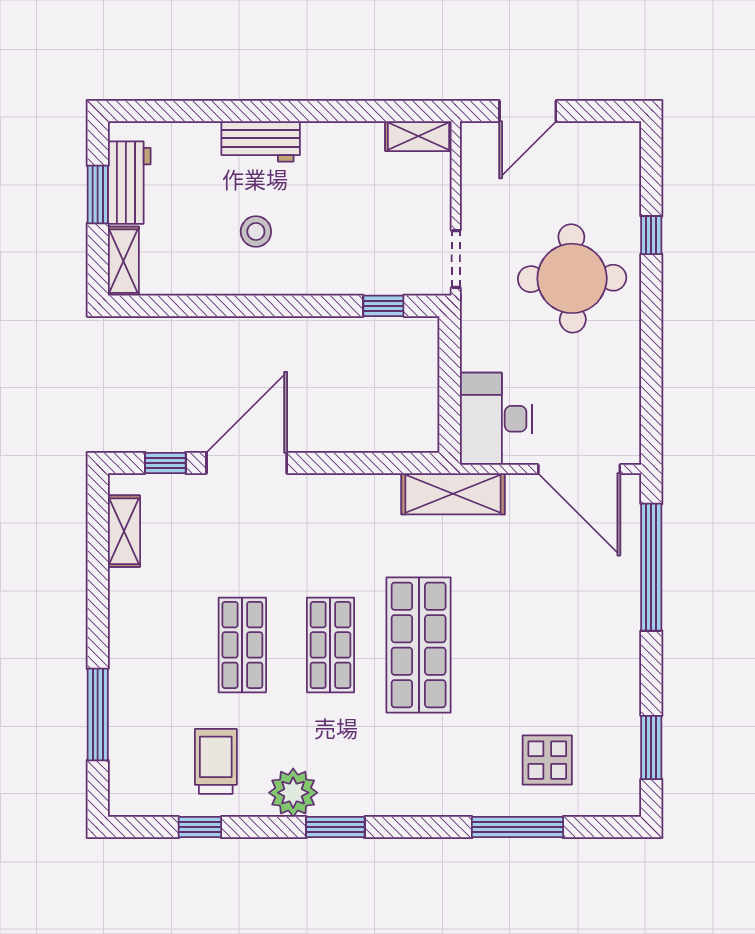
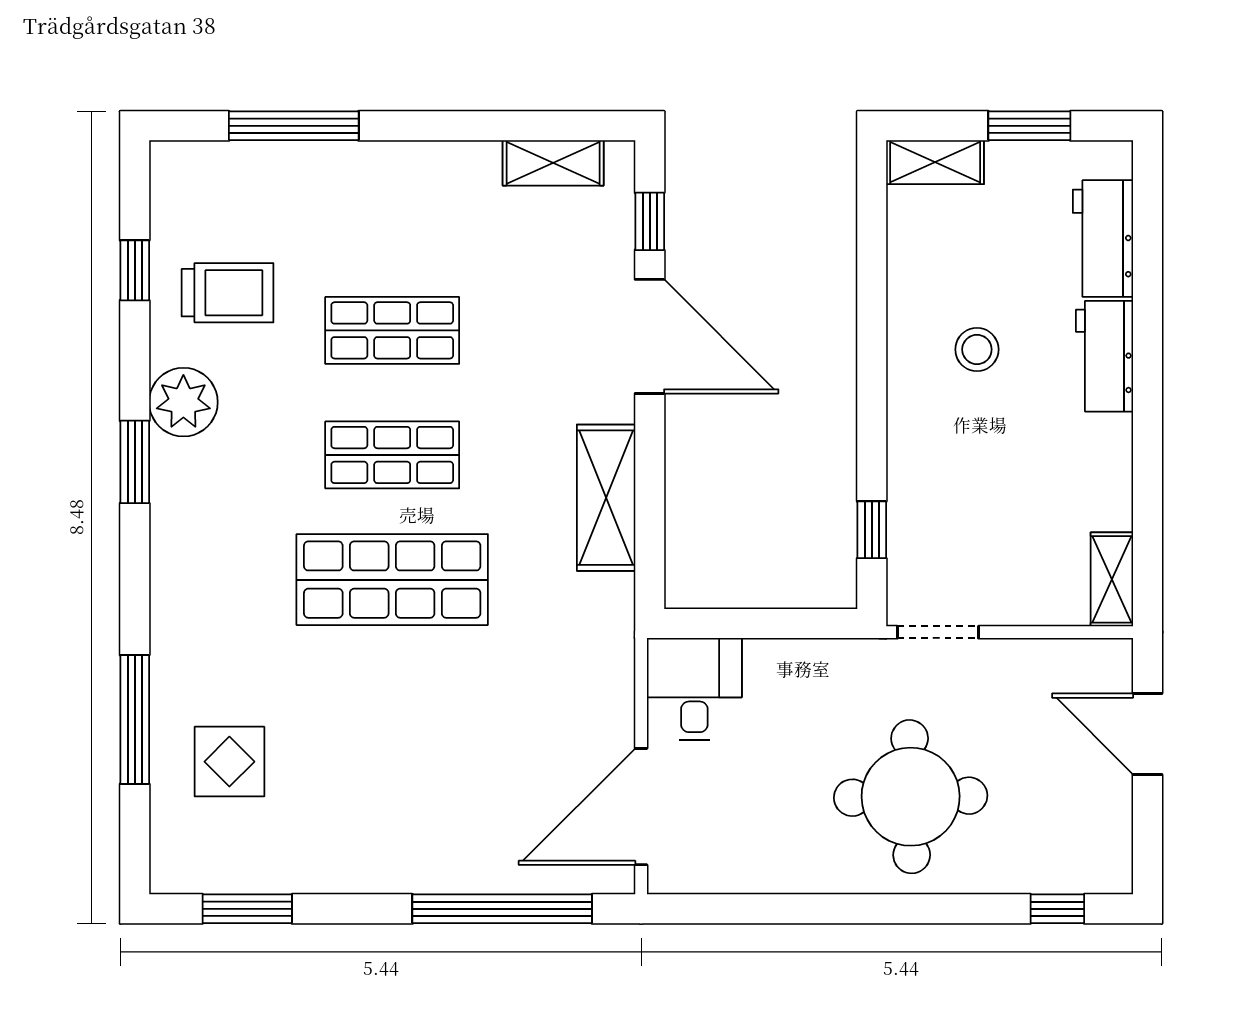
workbench: (129, 183) -> (1103, 239), moved, turned 90
window: (651, 235) -> (1057, 909), moved
desk: (496, 419) -> (694, 689), width x0.73
shelving: (453, 494) -> (606, 498), moved

